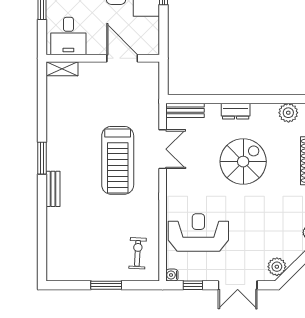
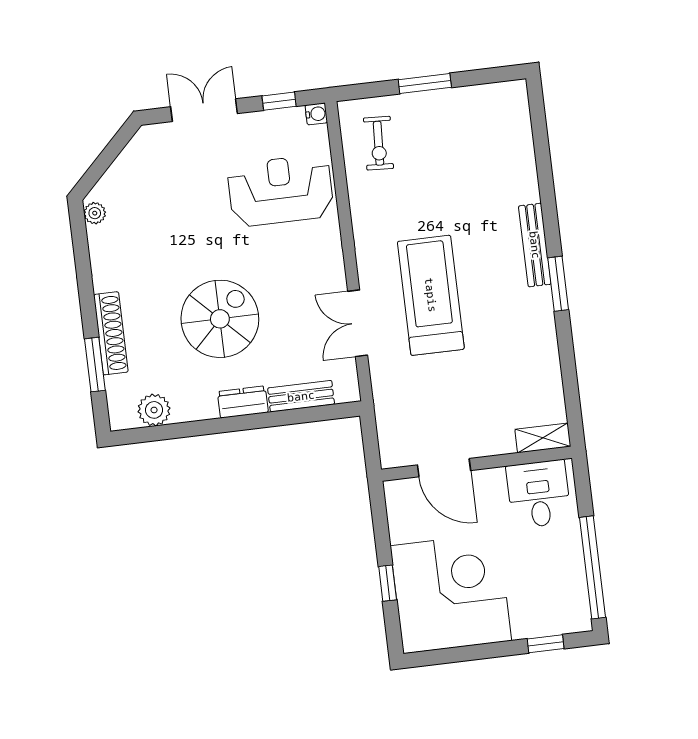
bench: (185, 110) -> (301, 396), moved
spiral stairs: (243, 162) -> (220, 319), turned 180
bench: (53, 189) -> (535, 245), width x1.36
reception desk: (198, 233) -> (281, 191), turned 180
plant: (277, 267) -> (142, 149), removed

